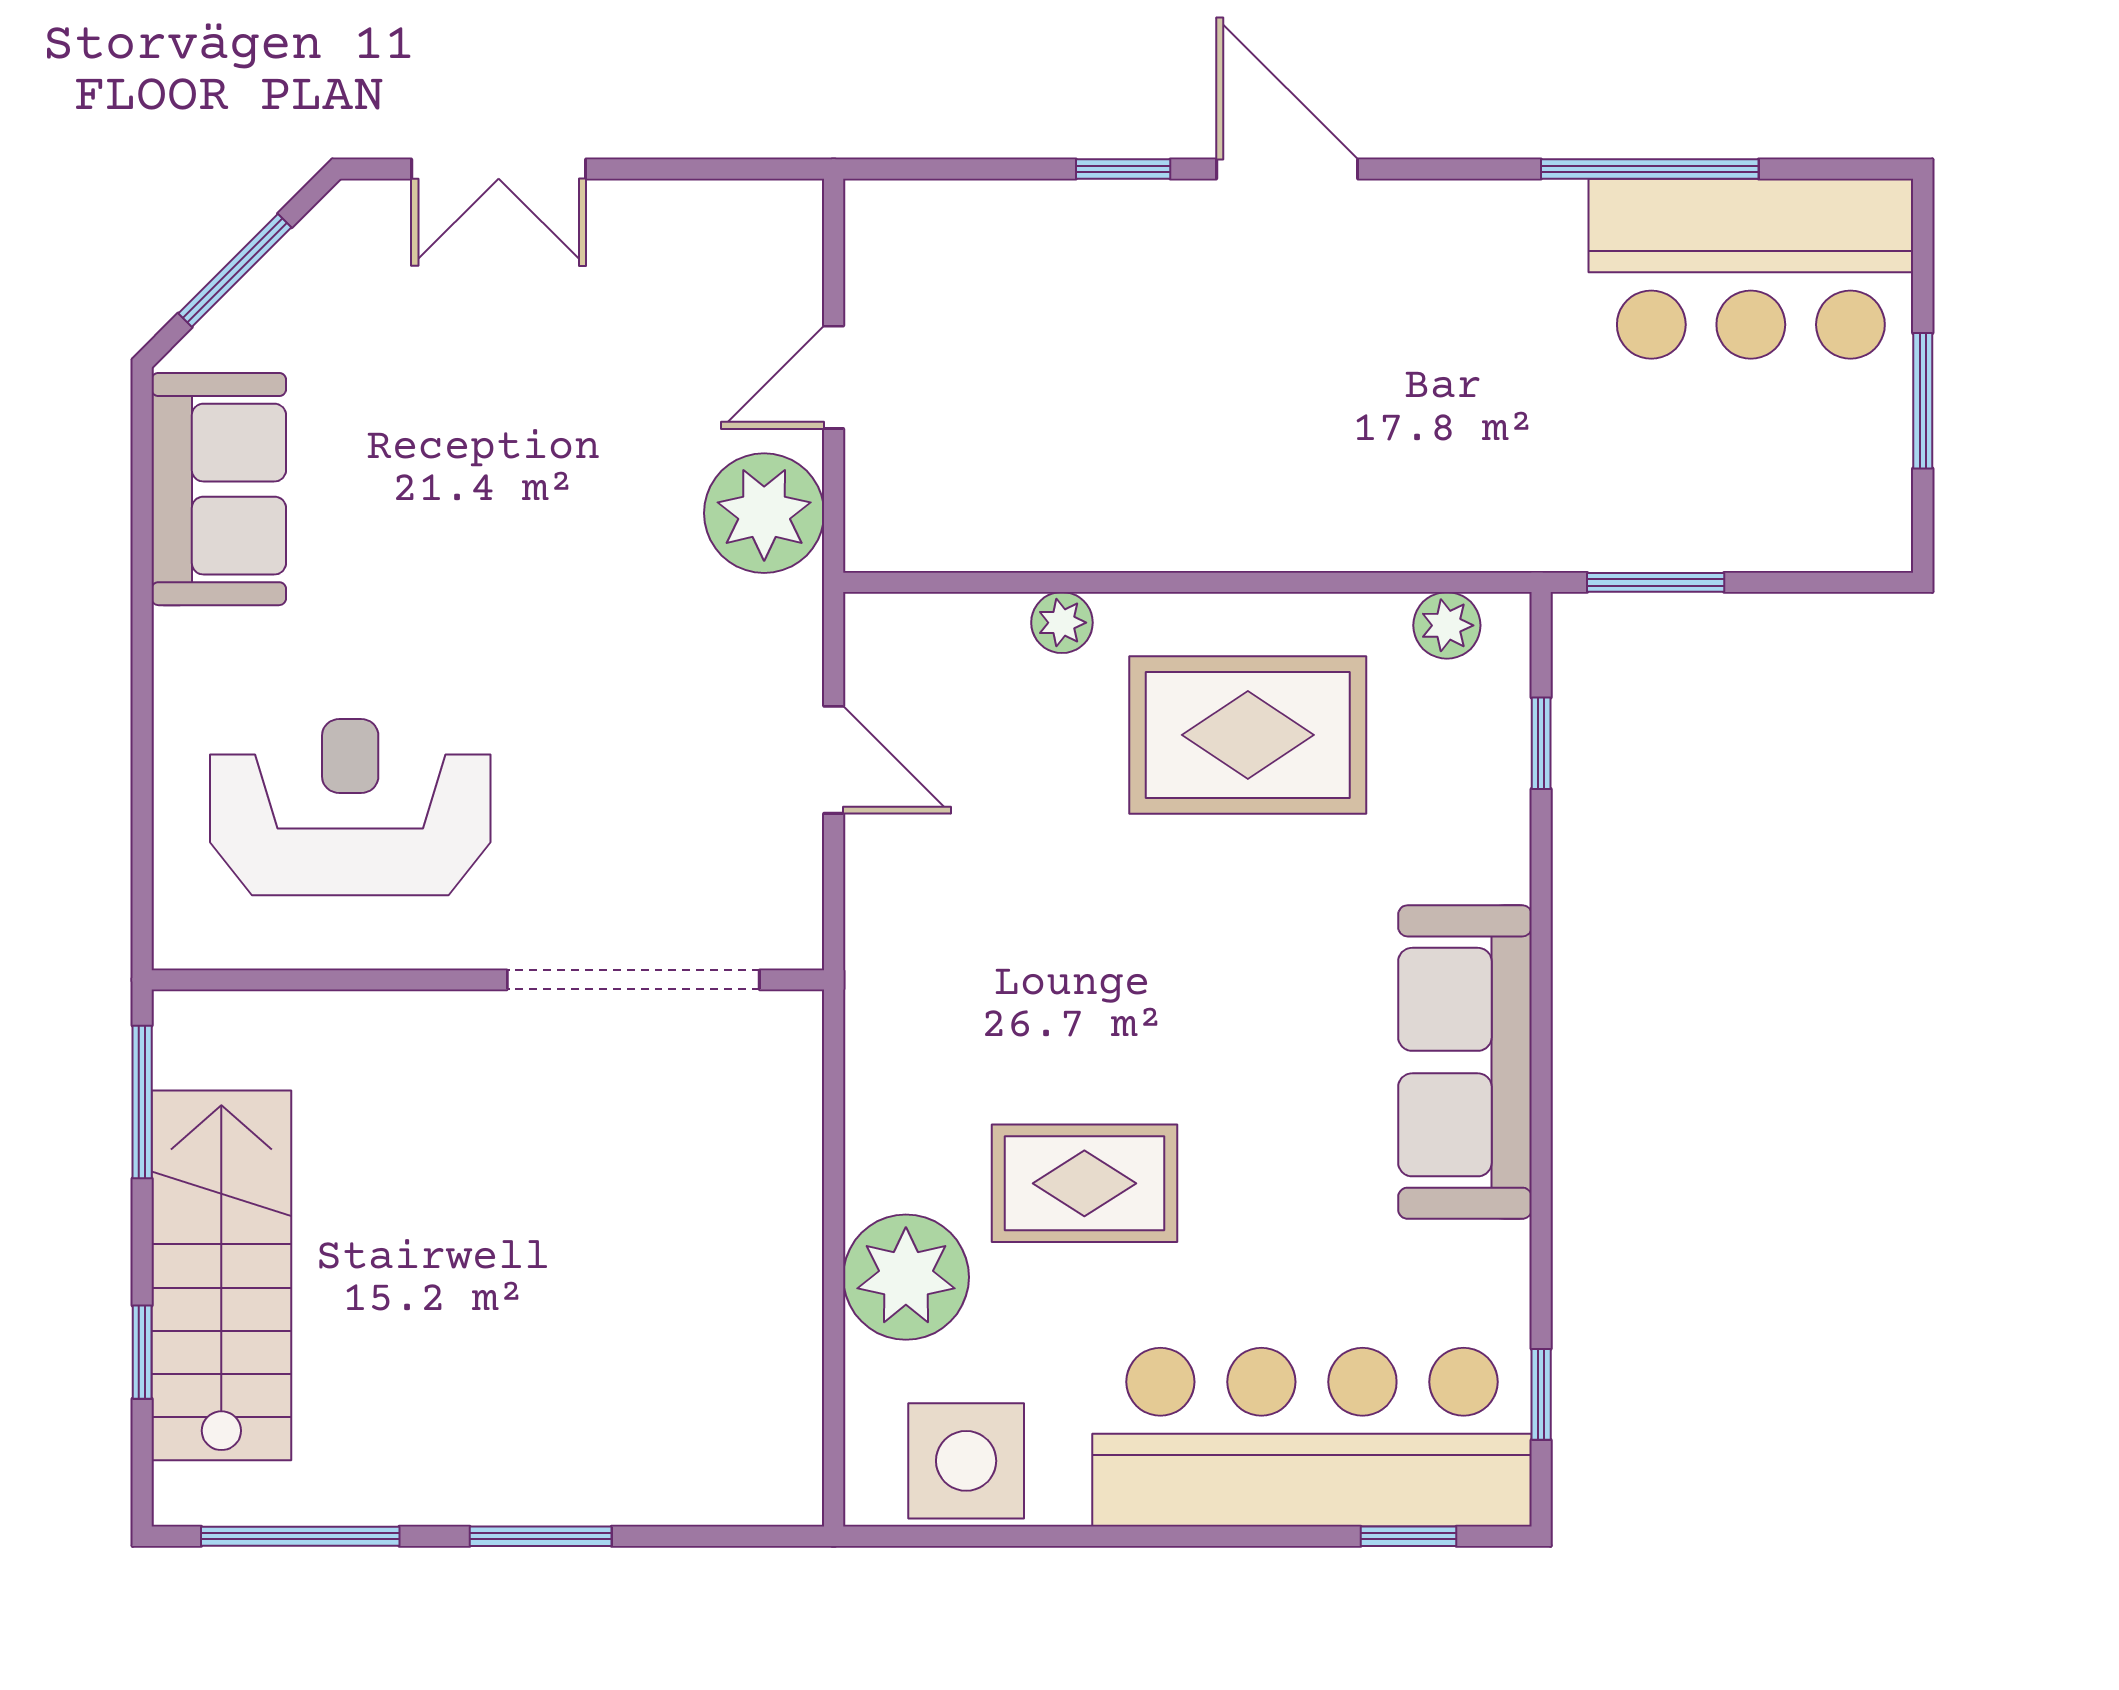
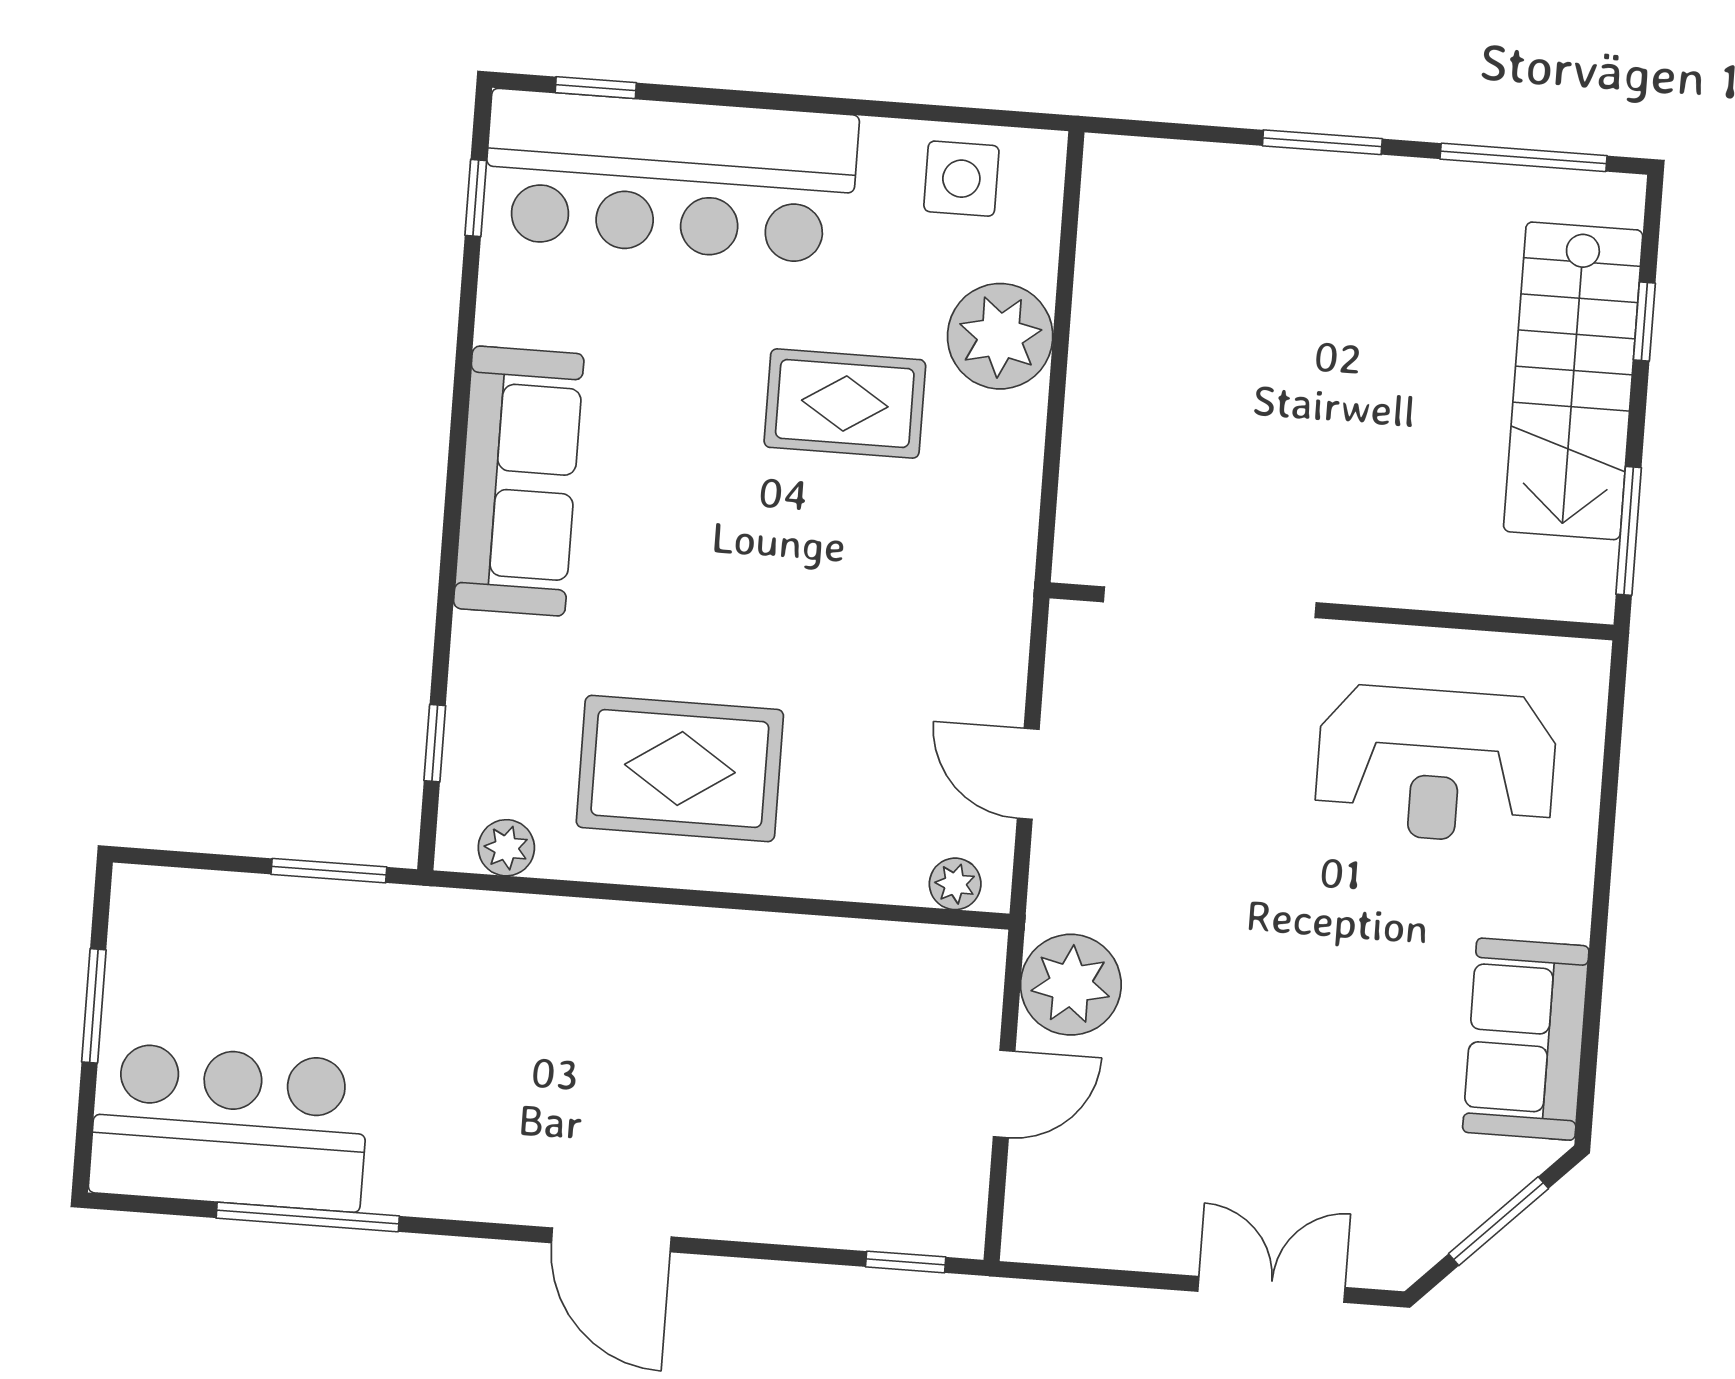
window: (1123, 169) -> (906, 1262), moved
plant: (1062, 623) -> (955, 884), moved
side table: (966, 1461) -> (961, 179), width x0.73, depth x0.73

